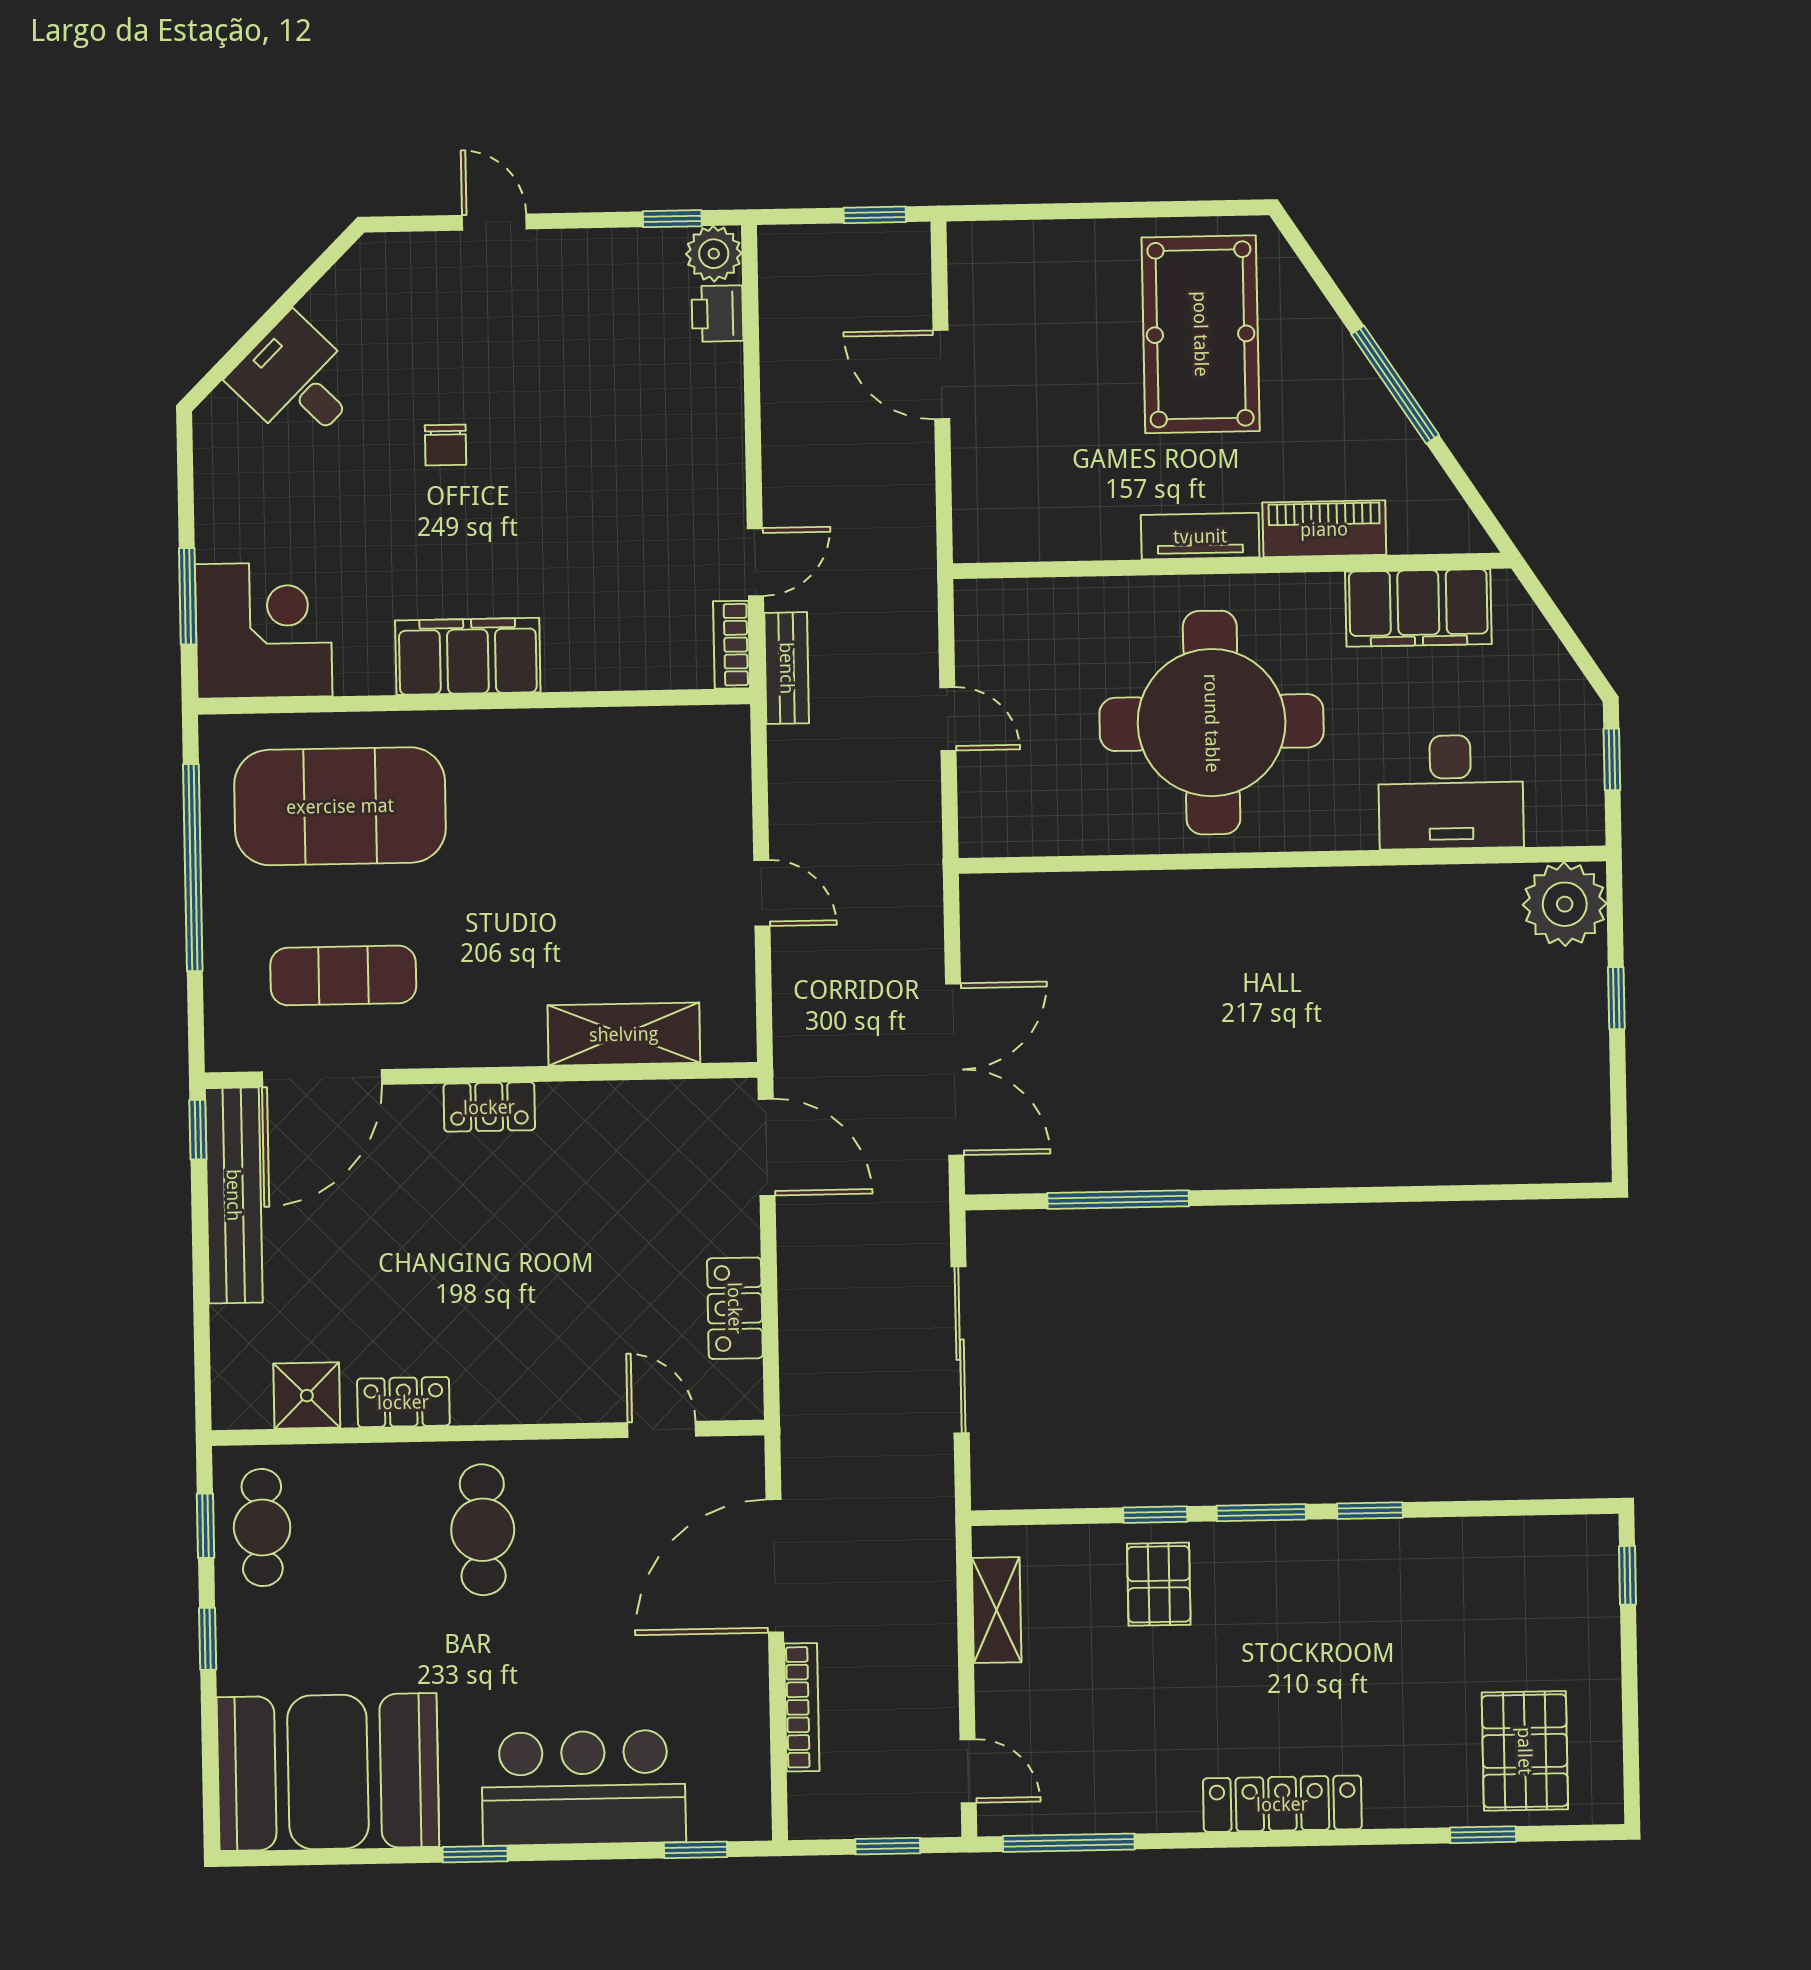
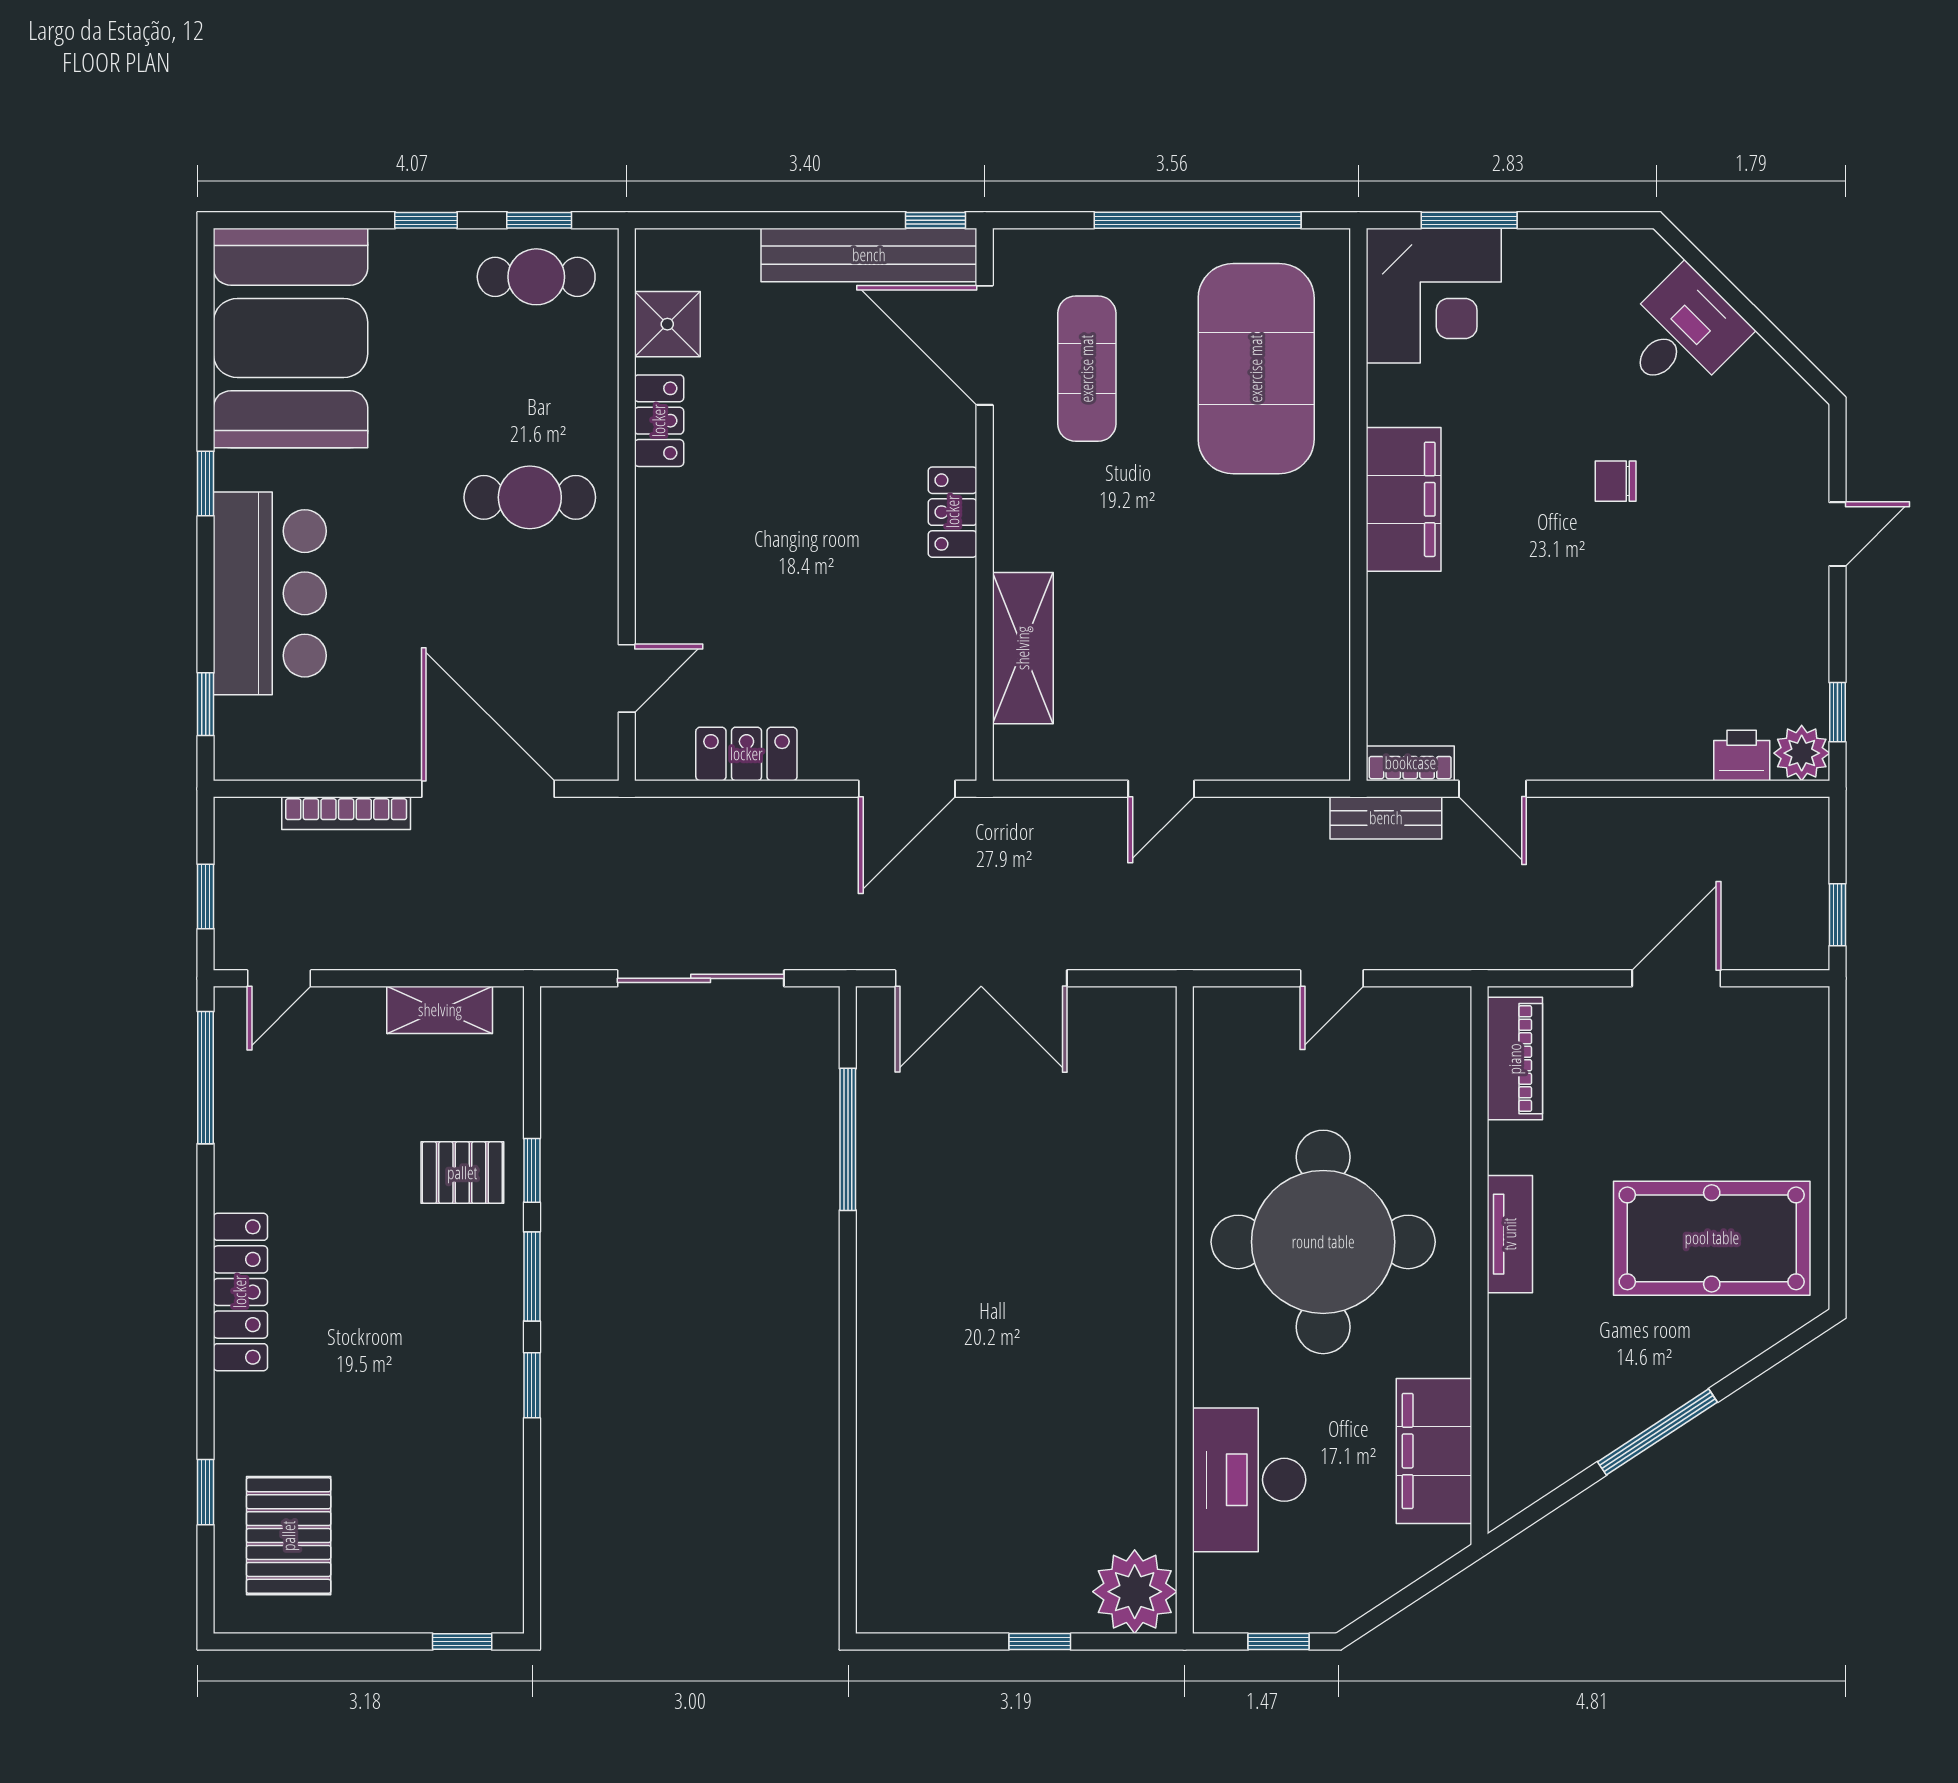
piano: (1324, 529) -> (1515, 1059), moved
pallet: (1525, 1751) -> (289, 1536), turned 90

